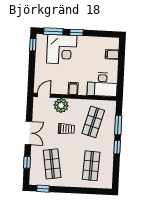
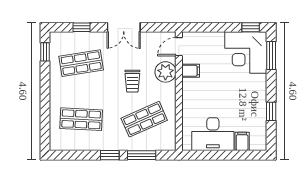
window: (77, 33) -> (271, 111), moved
corner desk: (62, 49) -> (246, 53), moved
desk: (102, 84) -> (213, 134), moved, turned -90
filing cabinet: (73, 88) -> (191, 71), moved
door: (44, 95) -> (179, 47), swing flipped
shop shelf: (93, 122) -> (144, 119), turned -39

